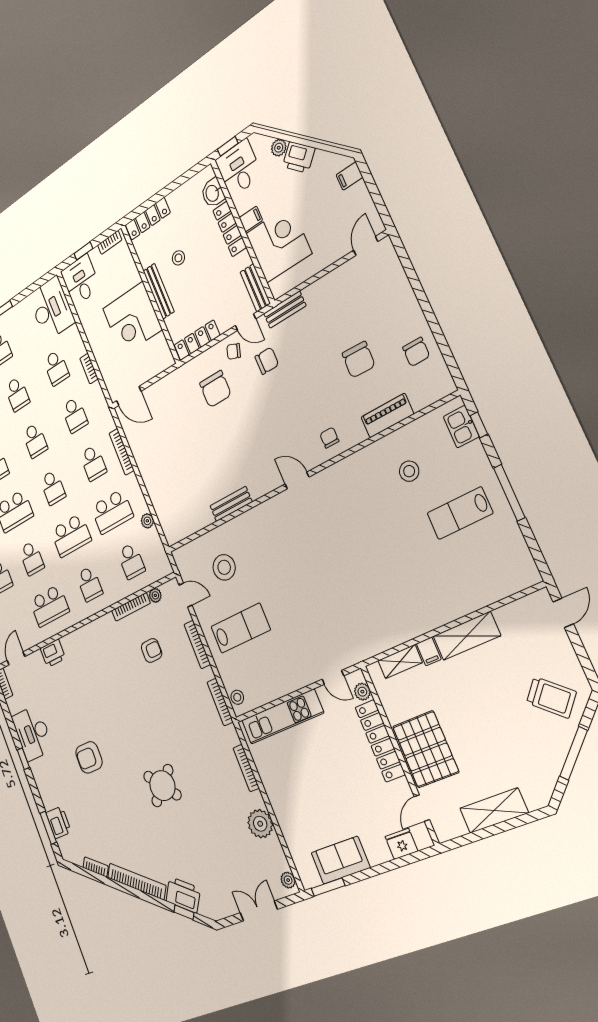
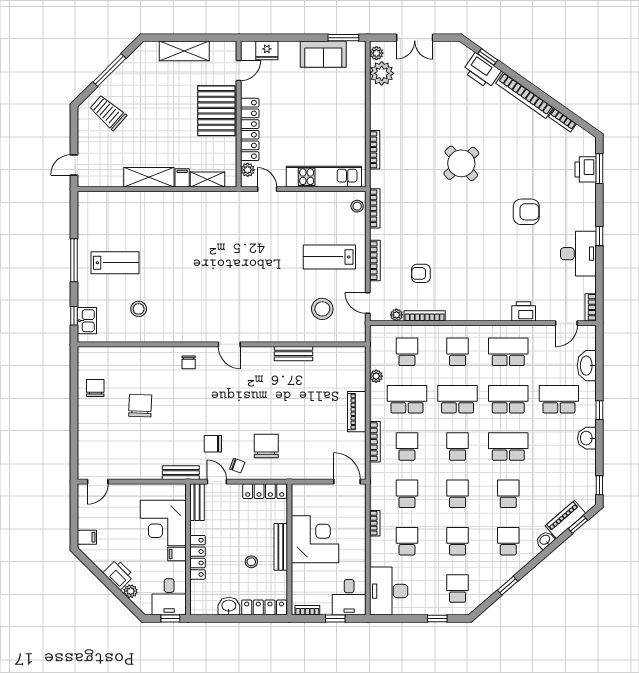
washbasin: (213, 193) -> (229, 606), moved, turned -90
piano: (387, 416) -> (357, 412), moved, turned 90
school desk: (32, 558) -> (508, 399), width x1.85
plant: (260, 824) -> (382, 73), moved

